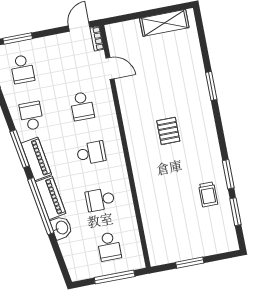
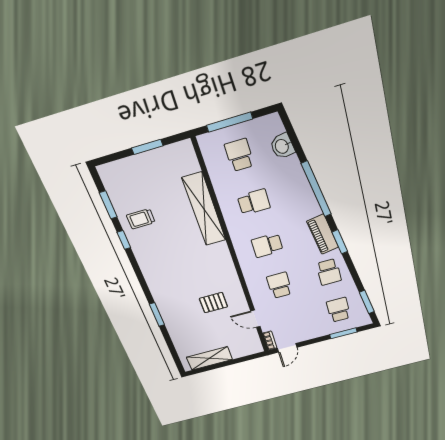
pallet: (168, 131) -> (213, 303), moved, turned 90
window: (20, 149) -> (340, 242), width x0.69
window: (228, 174) -> (124, 240), width x0.67
trolley: (208, 194) -> (141, 219), turned -90
shelving: (147, 197) -> (204, 209), added
piano: (51, 198) -> (306, 199), removed
washbasin: (61, 228) -> (282, 146), moved

